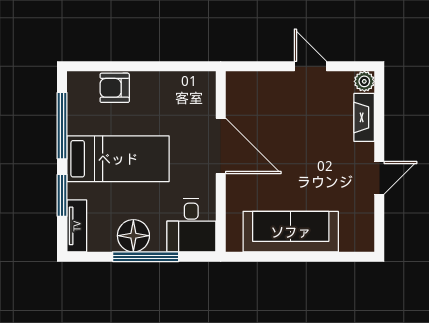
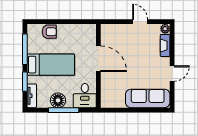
armchair: (115, 88) -> (49, 32), turned 180
sofa: (291, 232) -> (148, 98), moved

